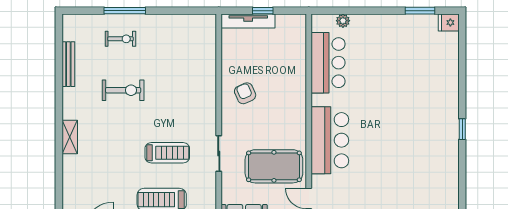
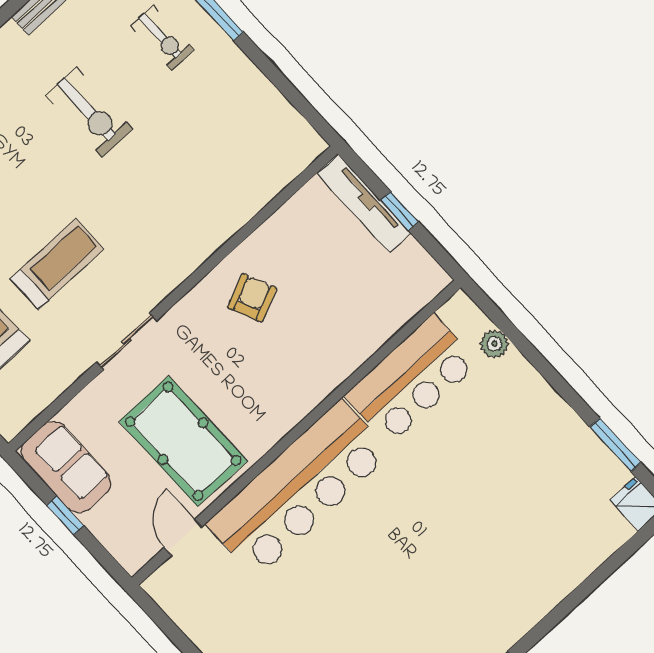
bar counter: (330, 140) -> (299, 488), width x1.36
treadmill: (167, 153) -> (57, 264), turned -90

